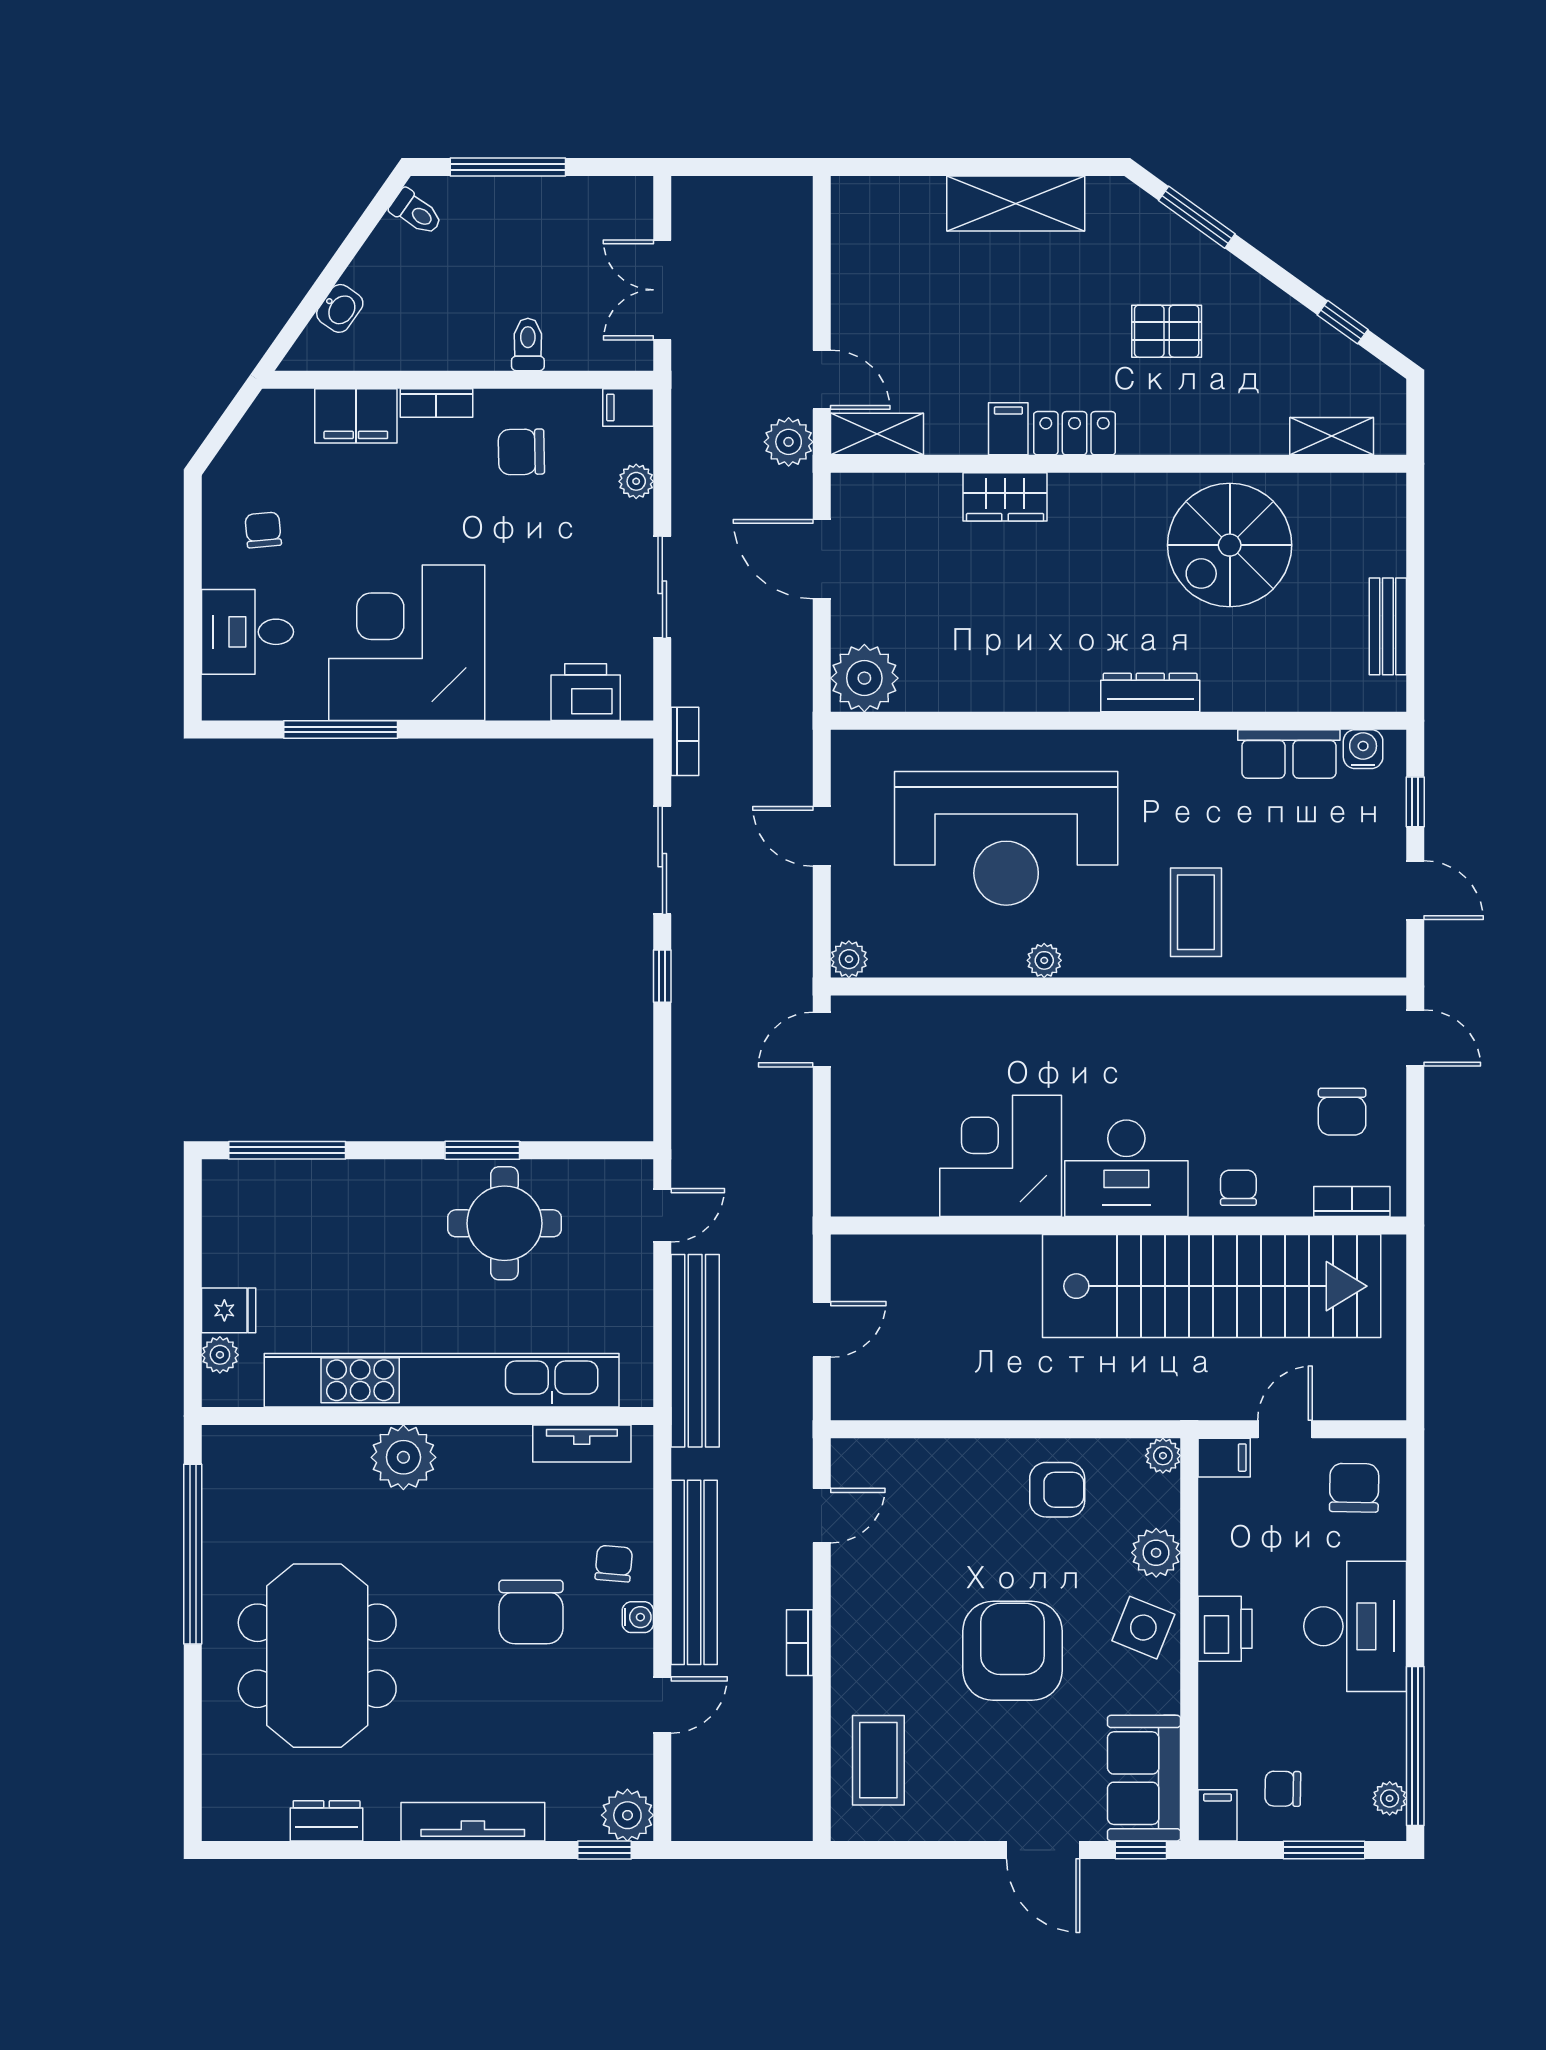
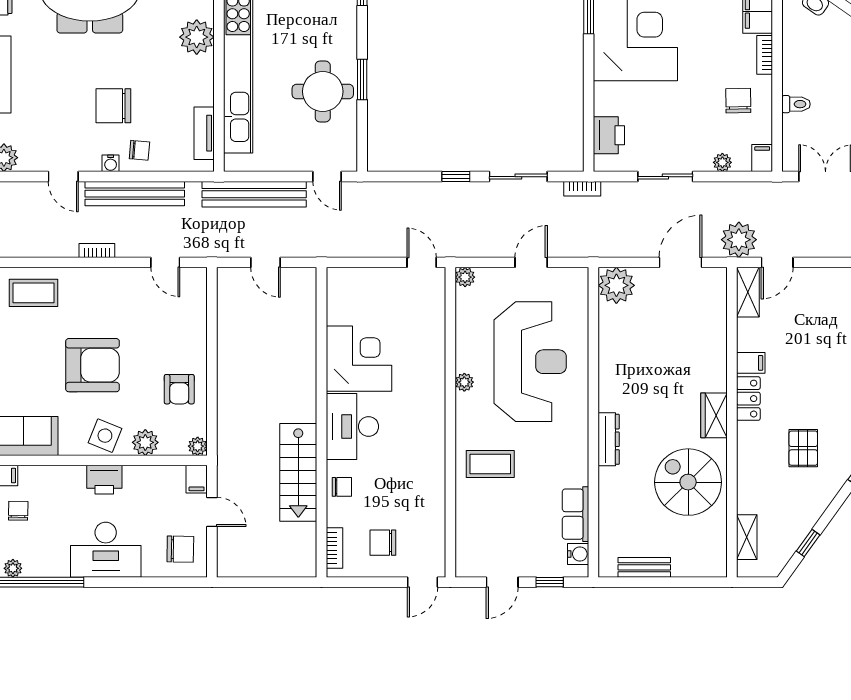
plant: (789, 442) -> (739, 240), width x1.36, depth x1.36
wardrobe: (1005, 497) -> (714, 415), moved
reception desk: (1006, 838) -> (530, 362), turned 180
stairs: (1212, 1286) -> (298, 472), width x0.54, depth x0.66

